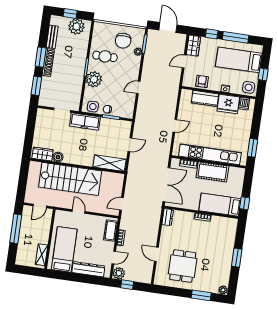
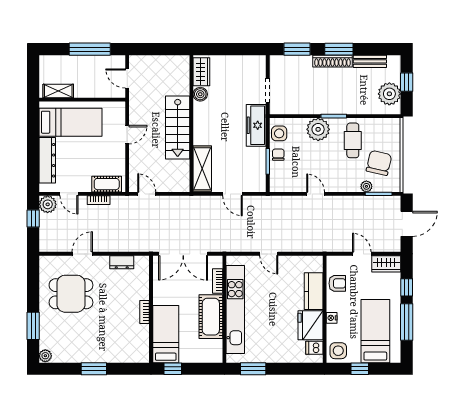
chair: (123, 41) -> (379, 163), turned 103
stairs: (70, 179) -> (178, 127), width x0.73, depth x0.66
dresser: (168, 217) -> (122, 262), moved

